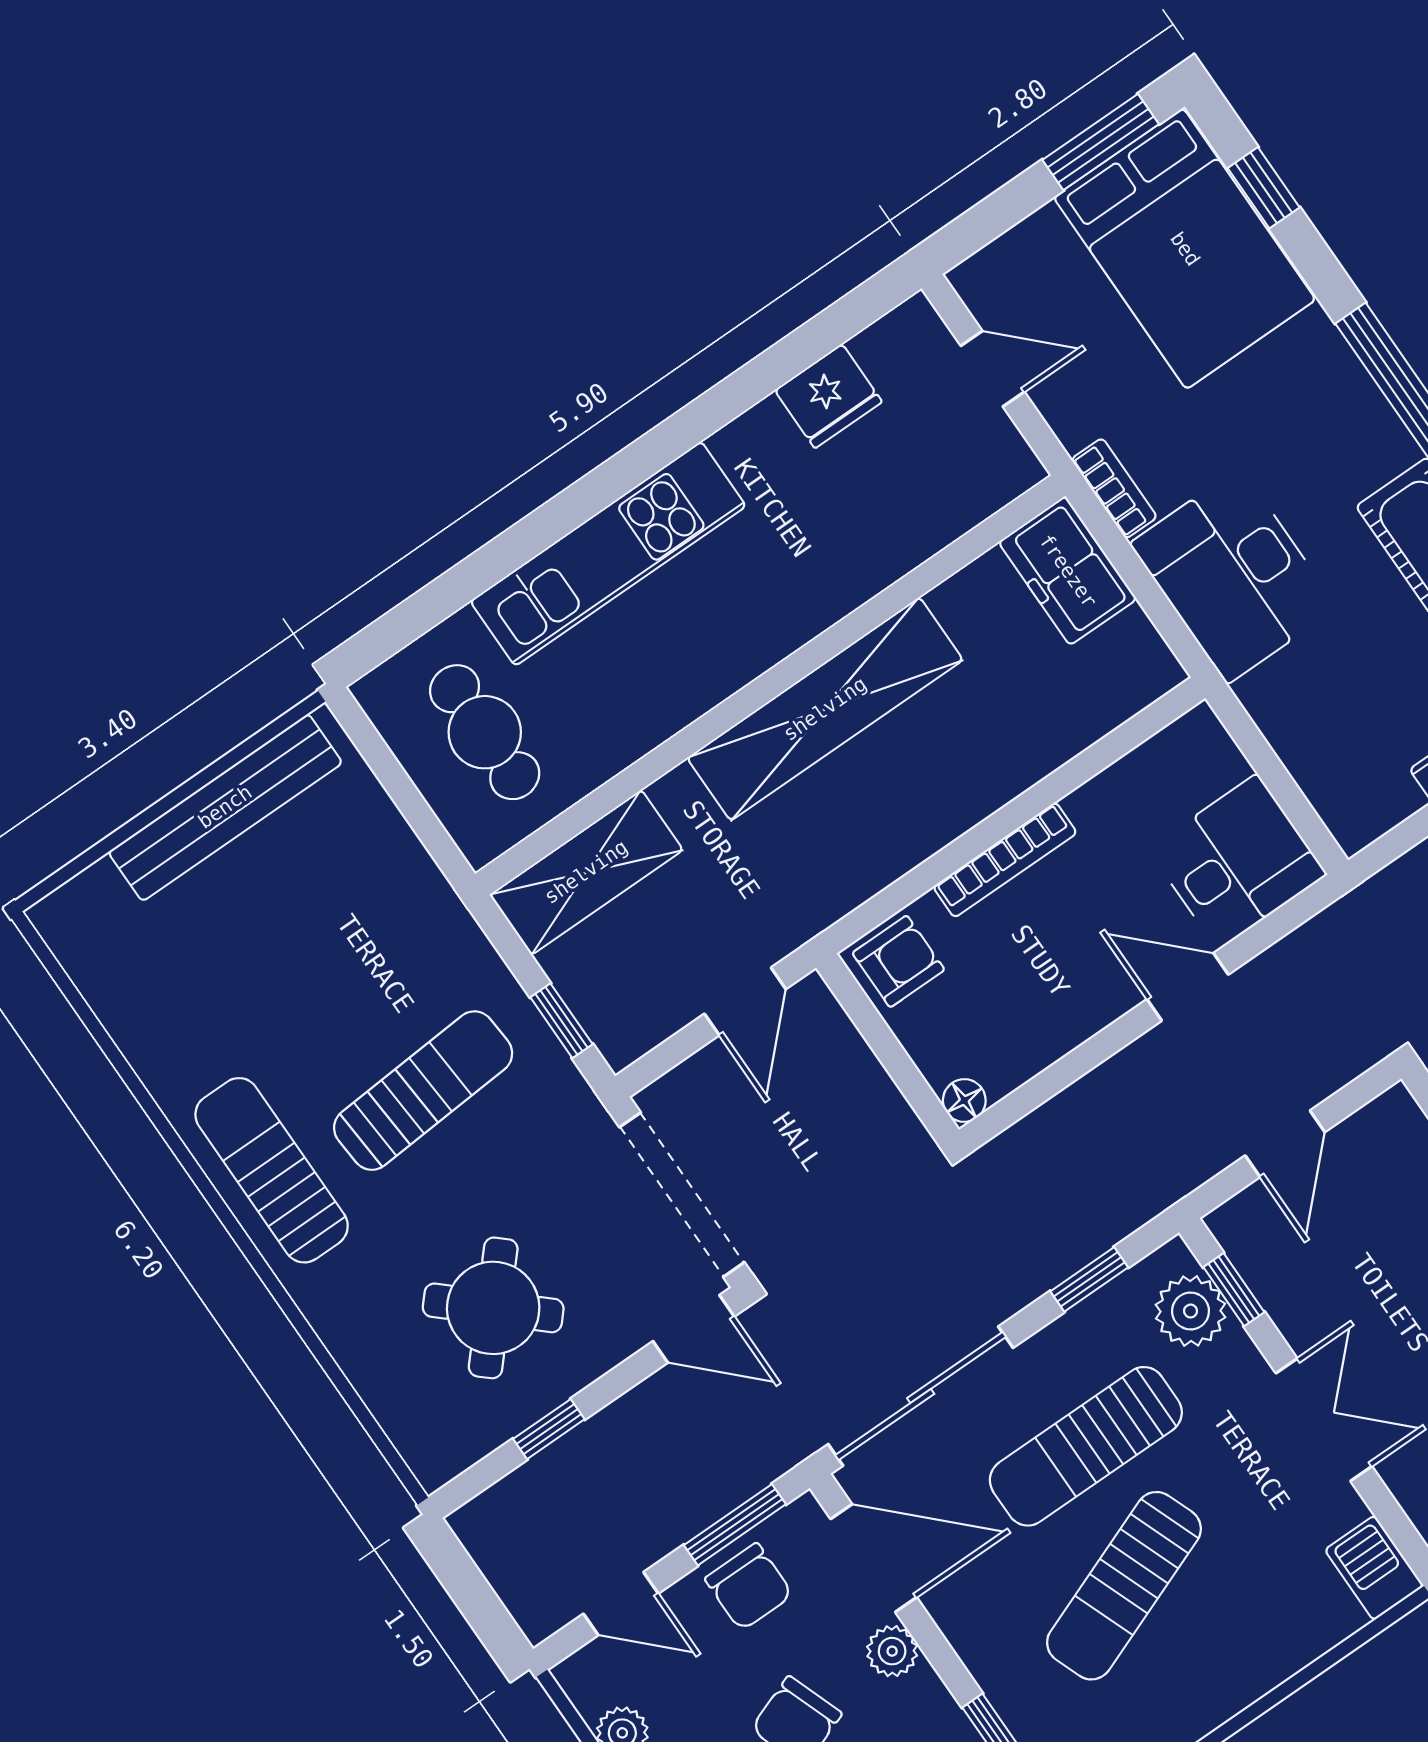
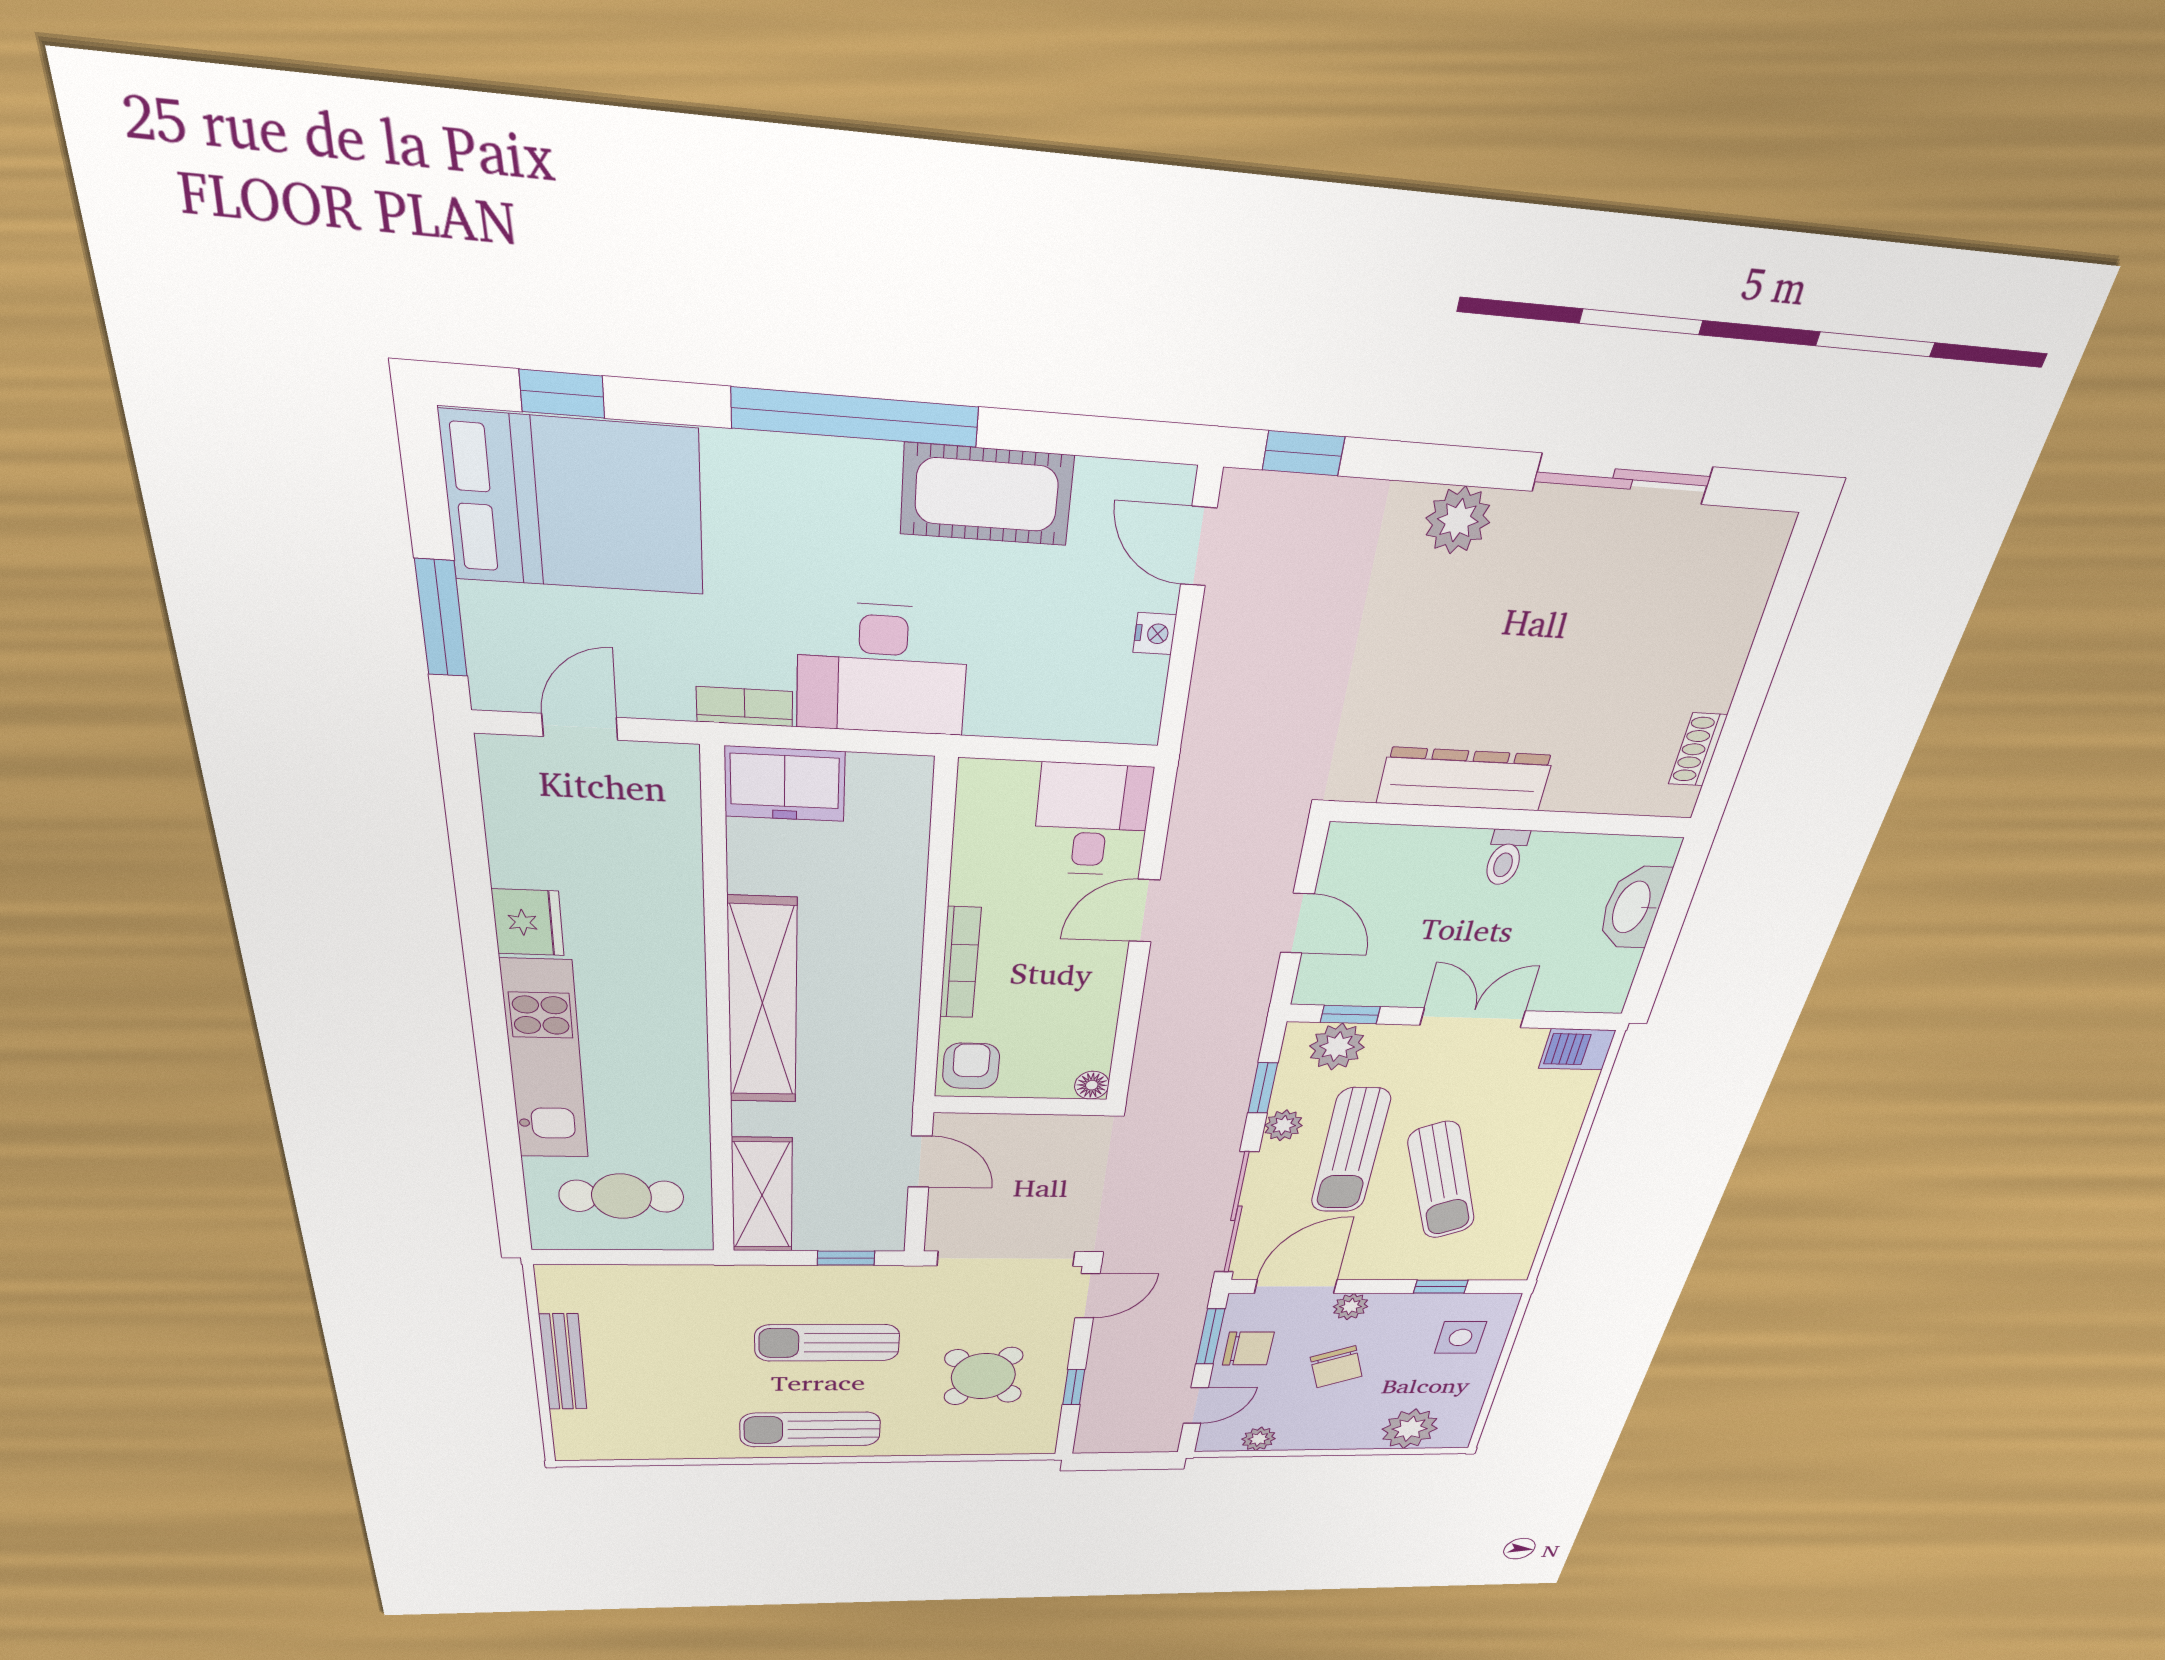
window: (1101, 142) -> (441, 618), moved
fridge: (828, 396) -> (528, 922), moved
bench: (225, 807) -> (563, 1362), width x0.73, depth x0.82
sun lounger: (423, 1091) -> (827, 1343), turned -86
plant: (1063, 1343) -> (1283, 1125), added

